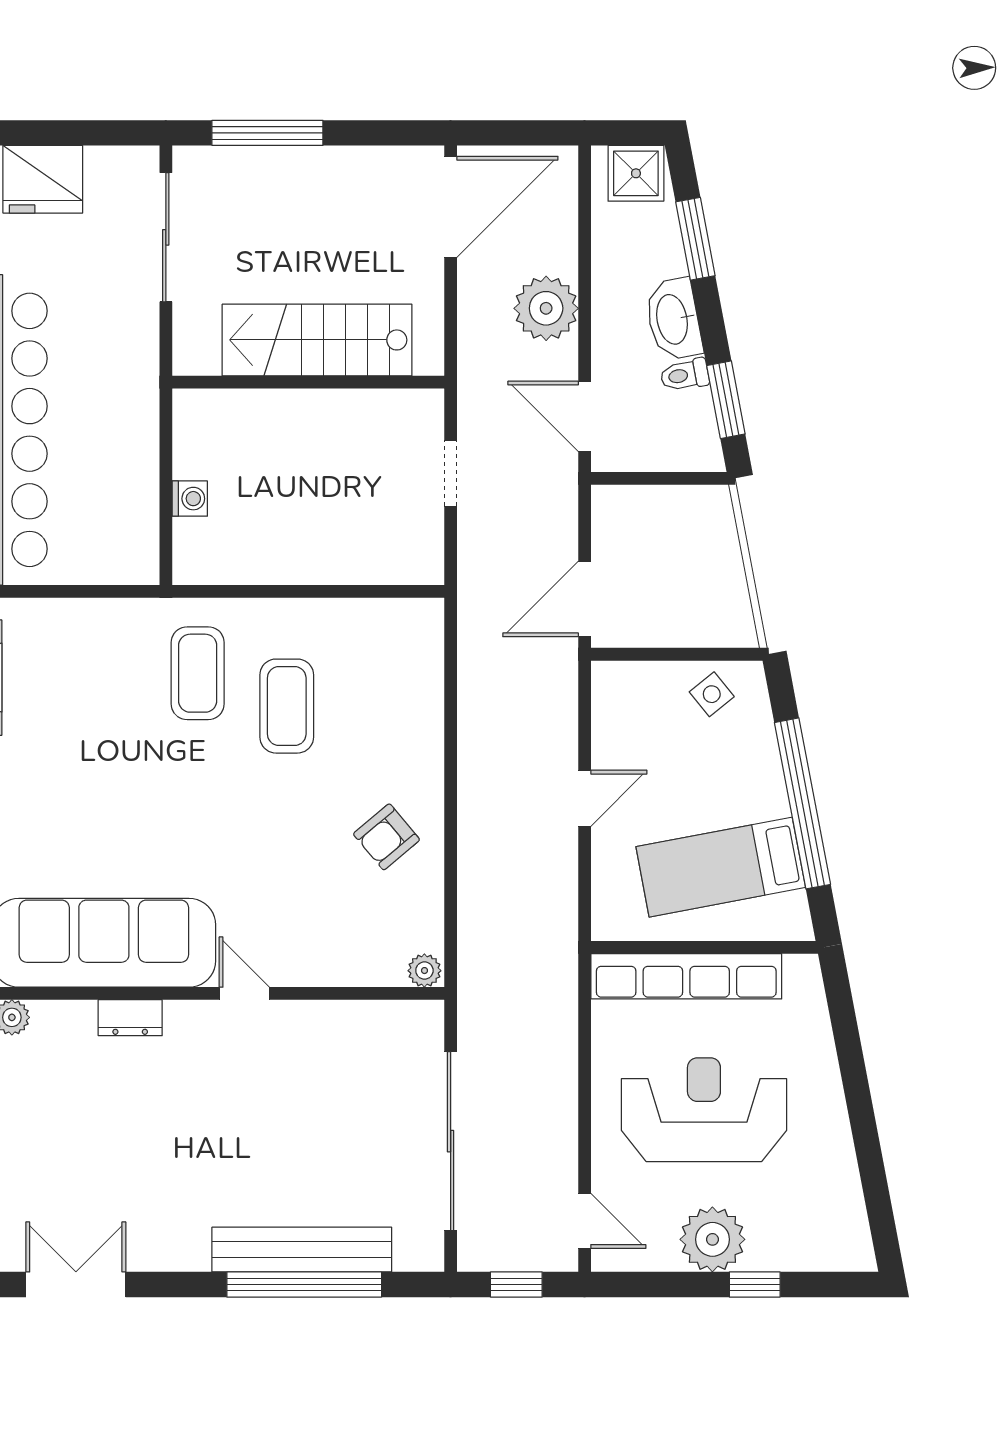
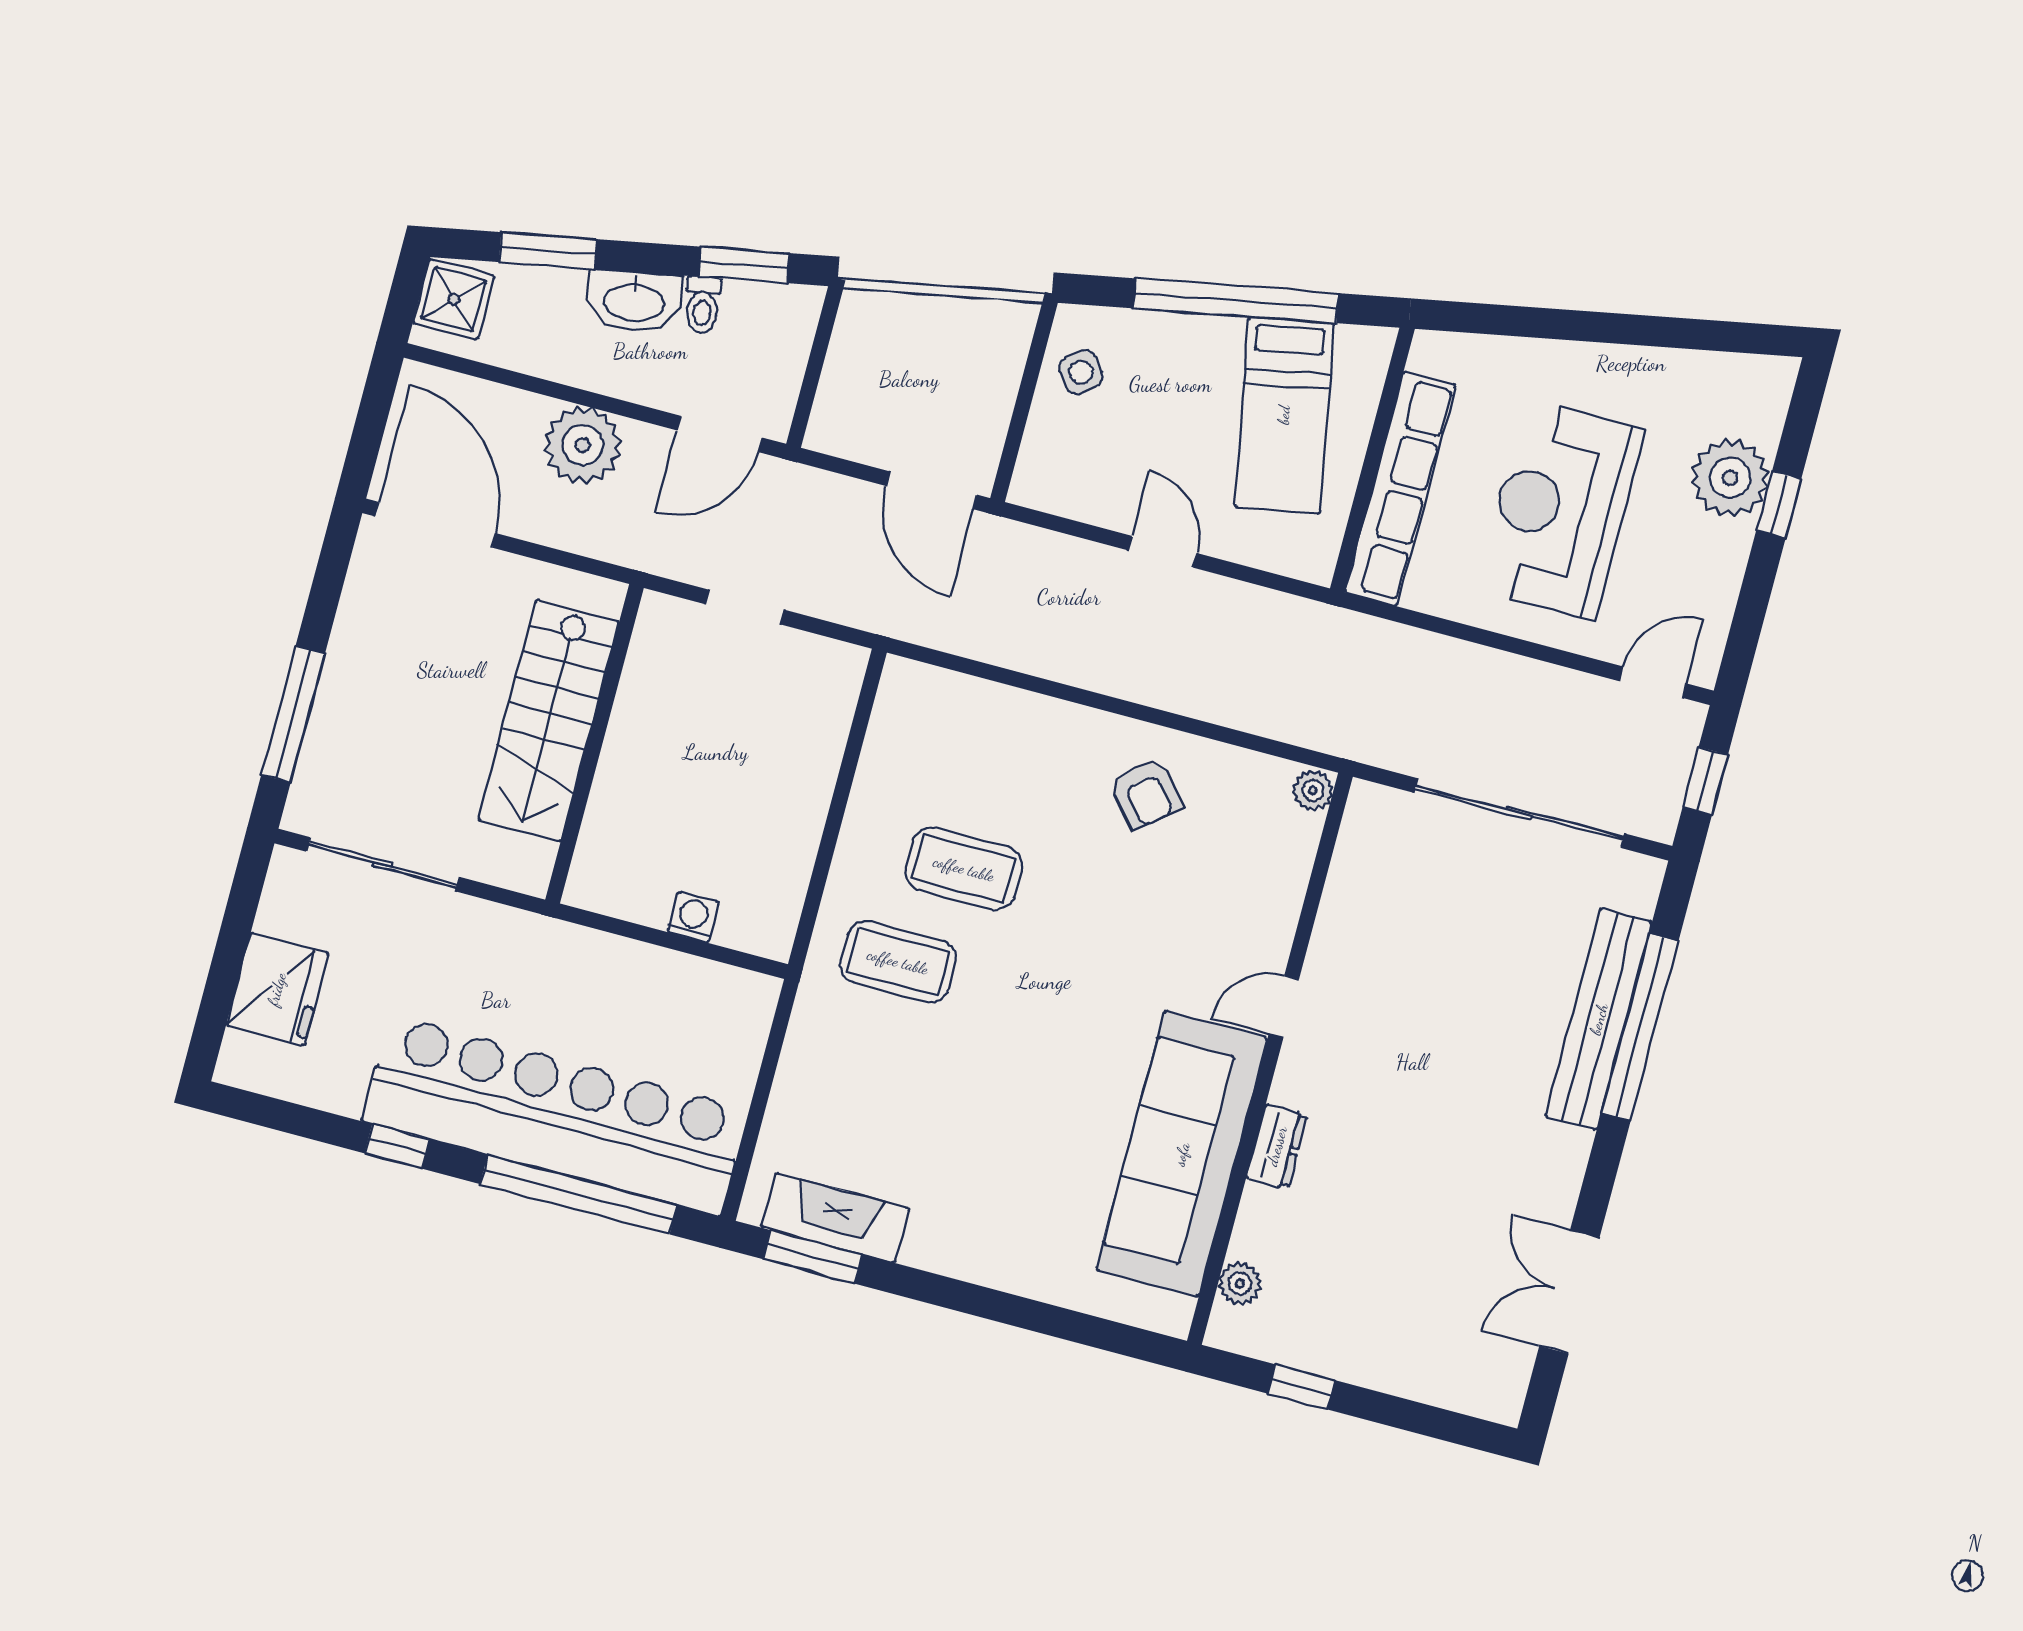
plant: (712, 1239) -> (1730, 478), moved

